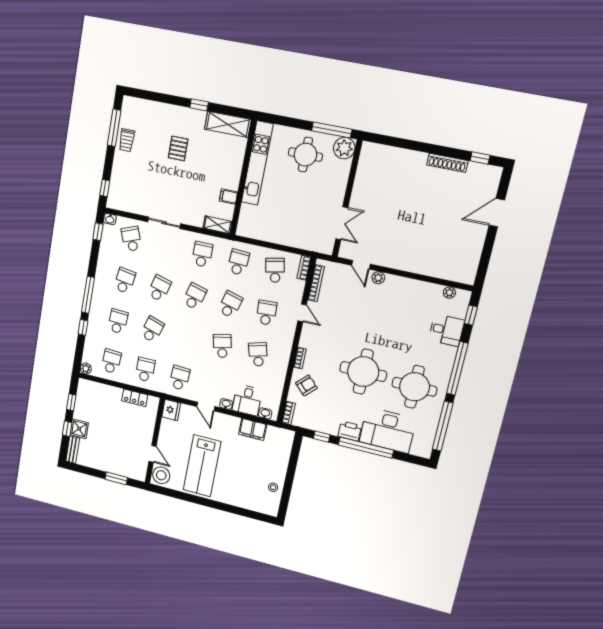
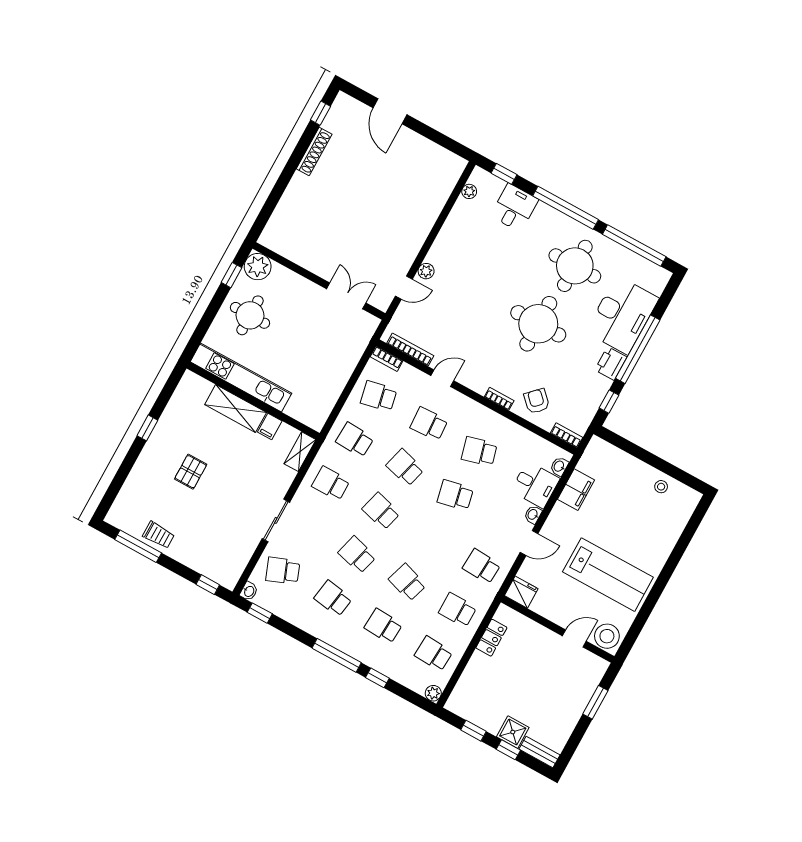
shelving: (228, 124) -> (236, 409), moved, turned 90
window: (332, 130) -> (231, 275), width x0.46
pallet: (178, 148) -> (191, 472), turned 90

